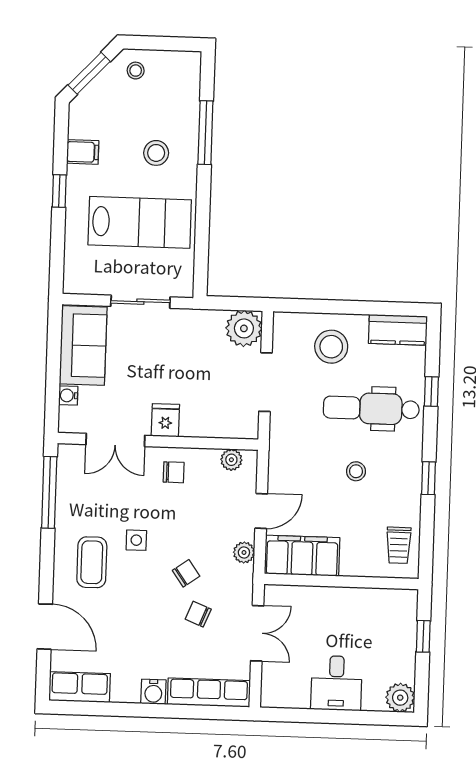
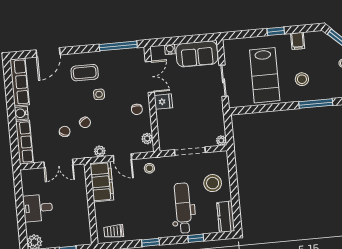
plant: (244, 328) -> (221, 140), width x0.53, depth x0.53
double door: (115, 440) -> (150, 77), swing flipped
stool: (356, 471) -> (149, 168), moved
row of seats: (80, 687) -> (20, 82), width x1.48

